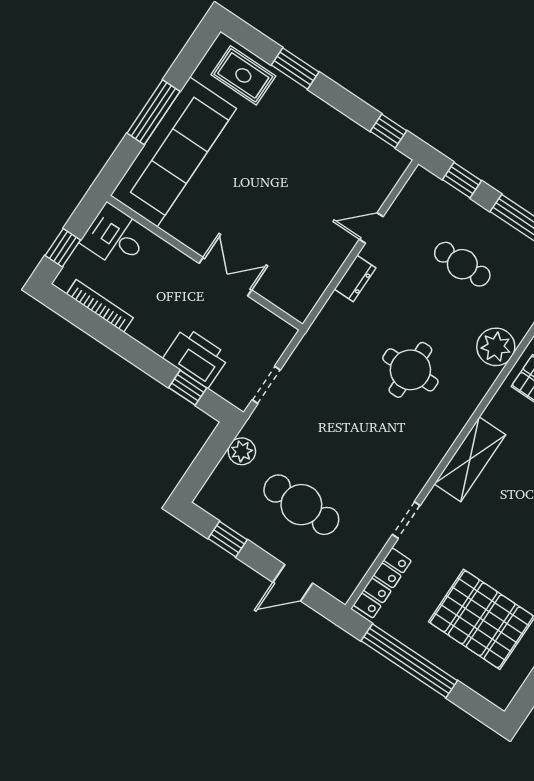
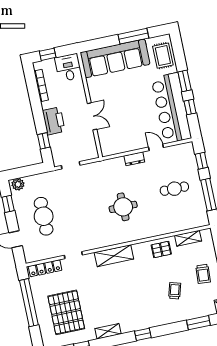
window: (295, 68) -> (185, 81), moved
window: (153, 112) -> (133, 36), moved
window: (389, 131) -> (190, 107), moved
bar counter: (336, 144) -> (171, 108), added
cafe table: (462, 264) -> (174, 189), turned 90
plant: (496, 347) -> (159, 227), removed
printer: (196, 357) -> (54, 121), moved
plant: (242, 451) -> (18, 184), moved

